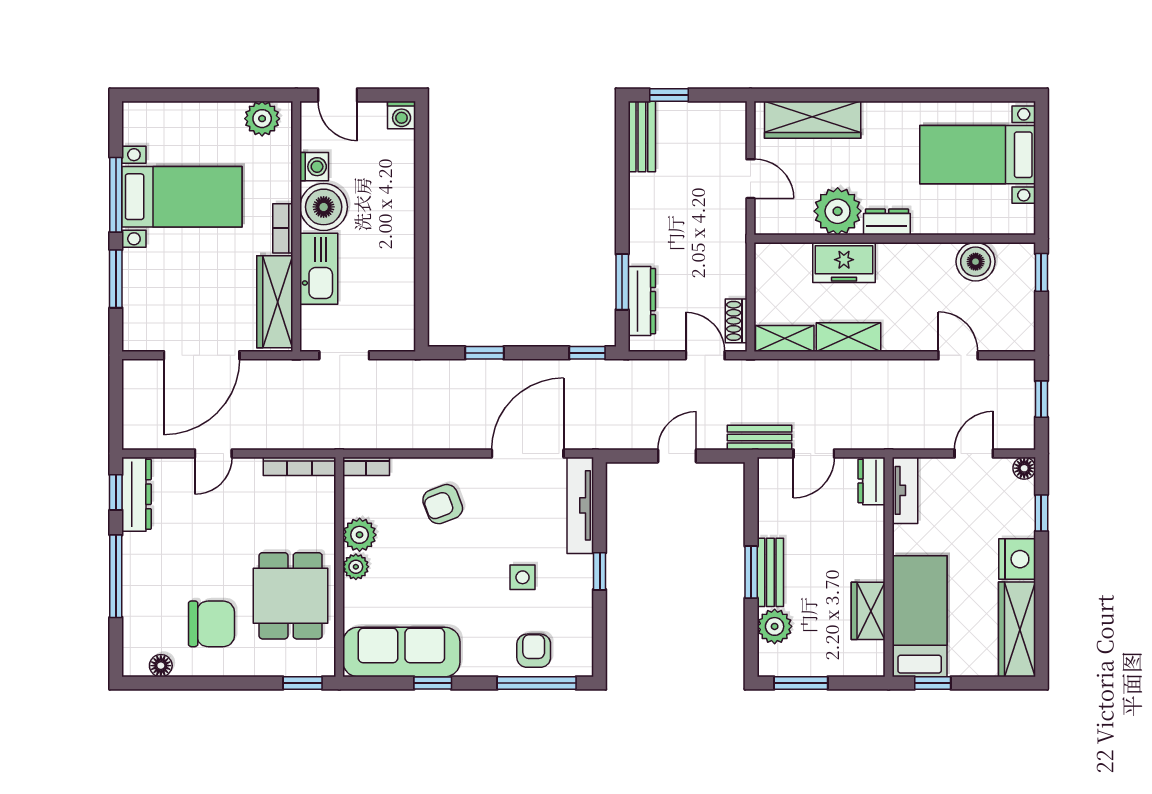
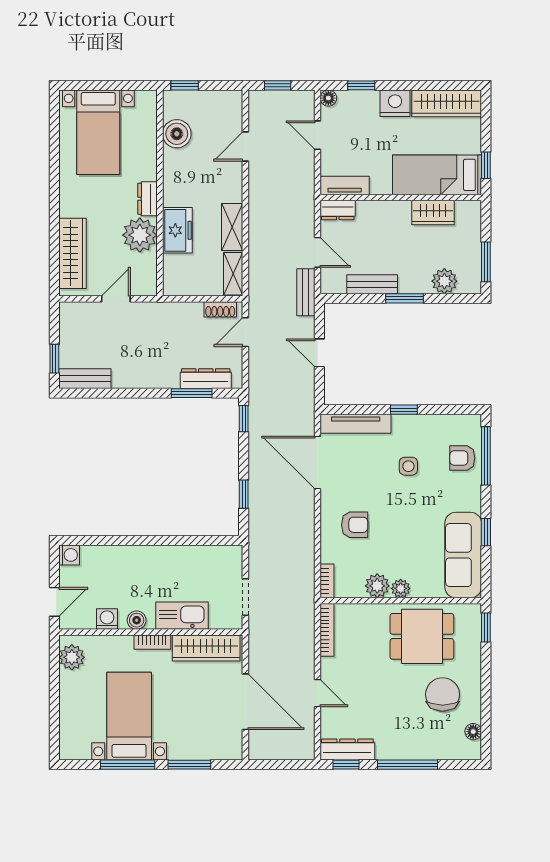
boiler: (324, 207) -> (137, 620), width x0.54, depth x0.54
armchair: (443, 504) -> (355, 525), turned -69
bench: (770, 572) -> (372, 284), moved

